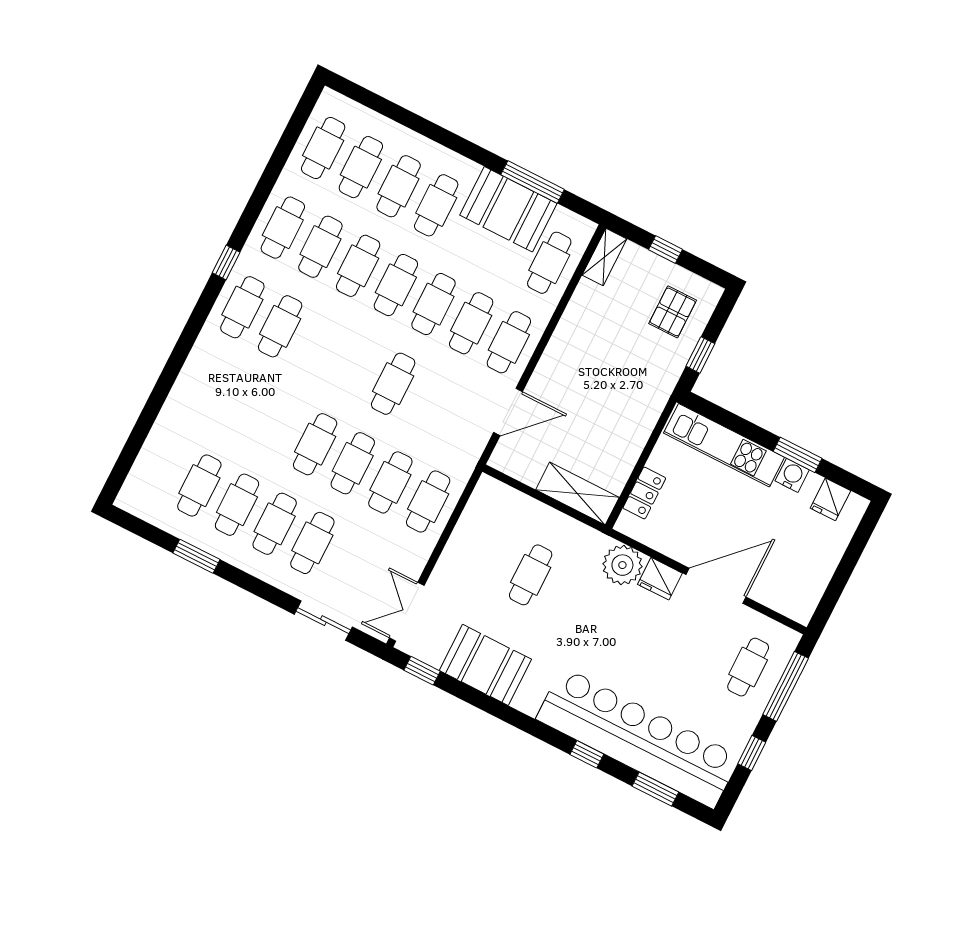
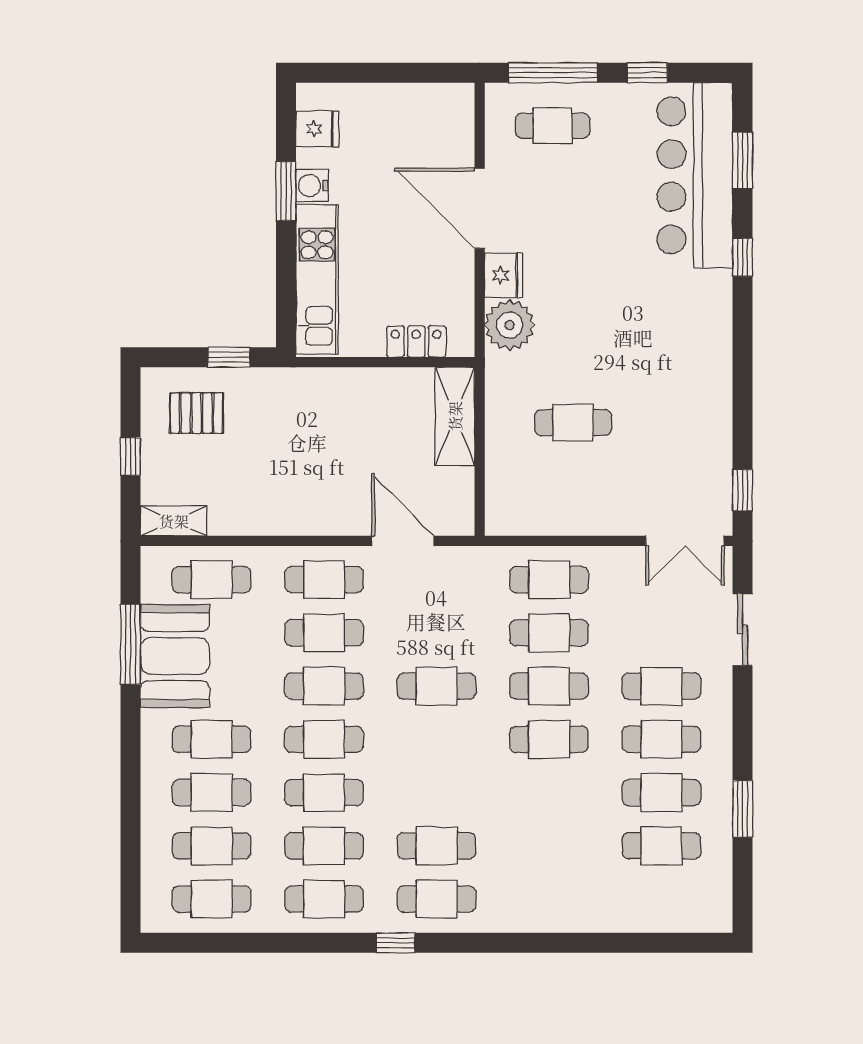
booth: (485, 665) -> (700, 422), removed
bar counter: (638, 738) -> (695, 175), width x0.73

